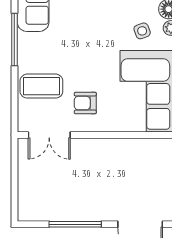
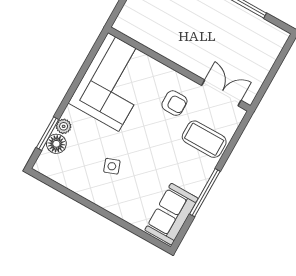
side table: (142, 31) -> (112, 166), moved

